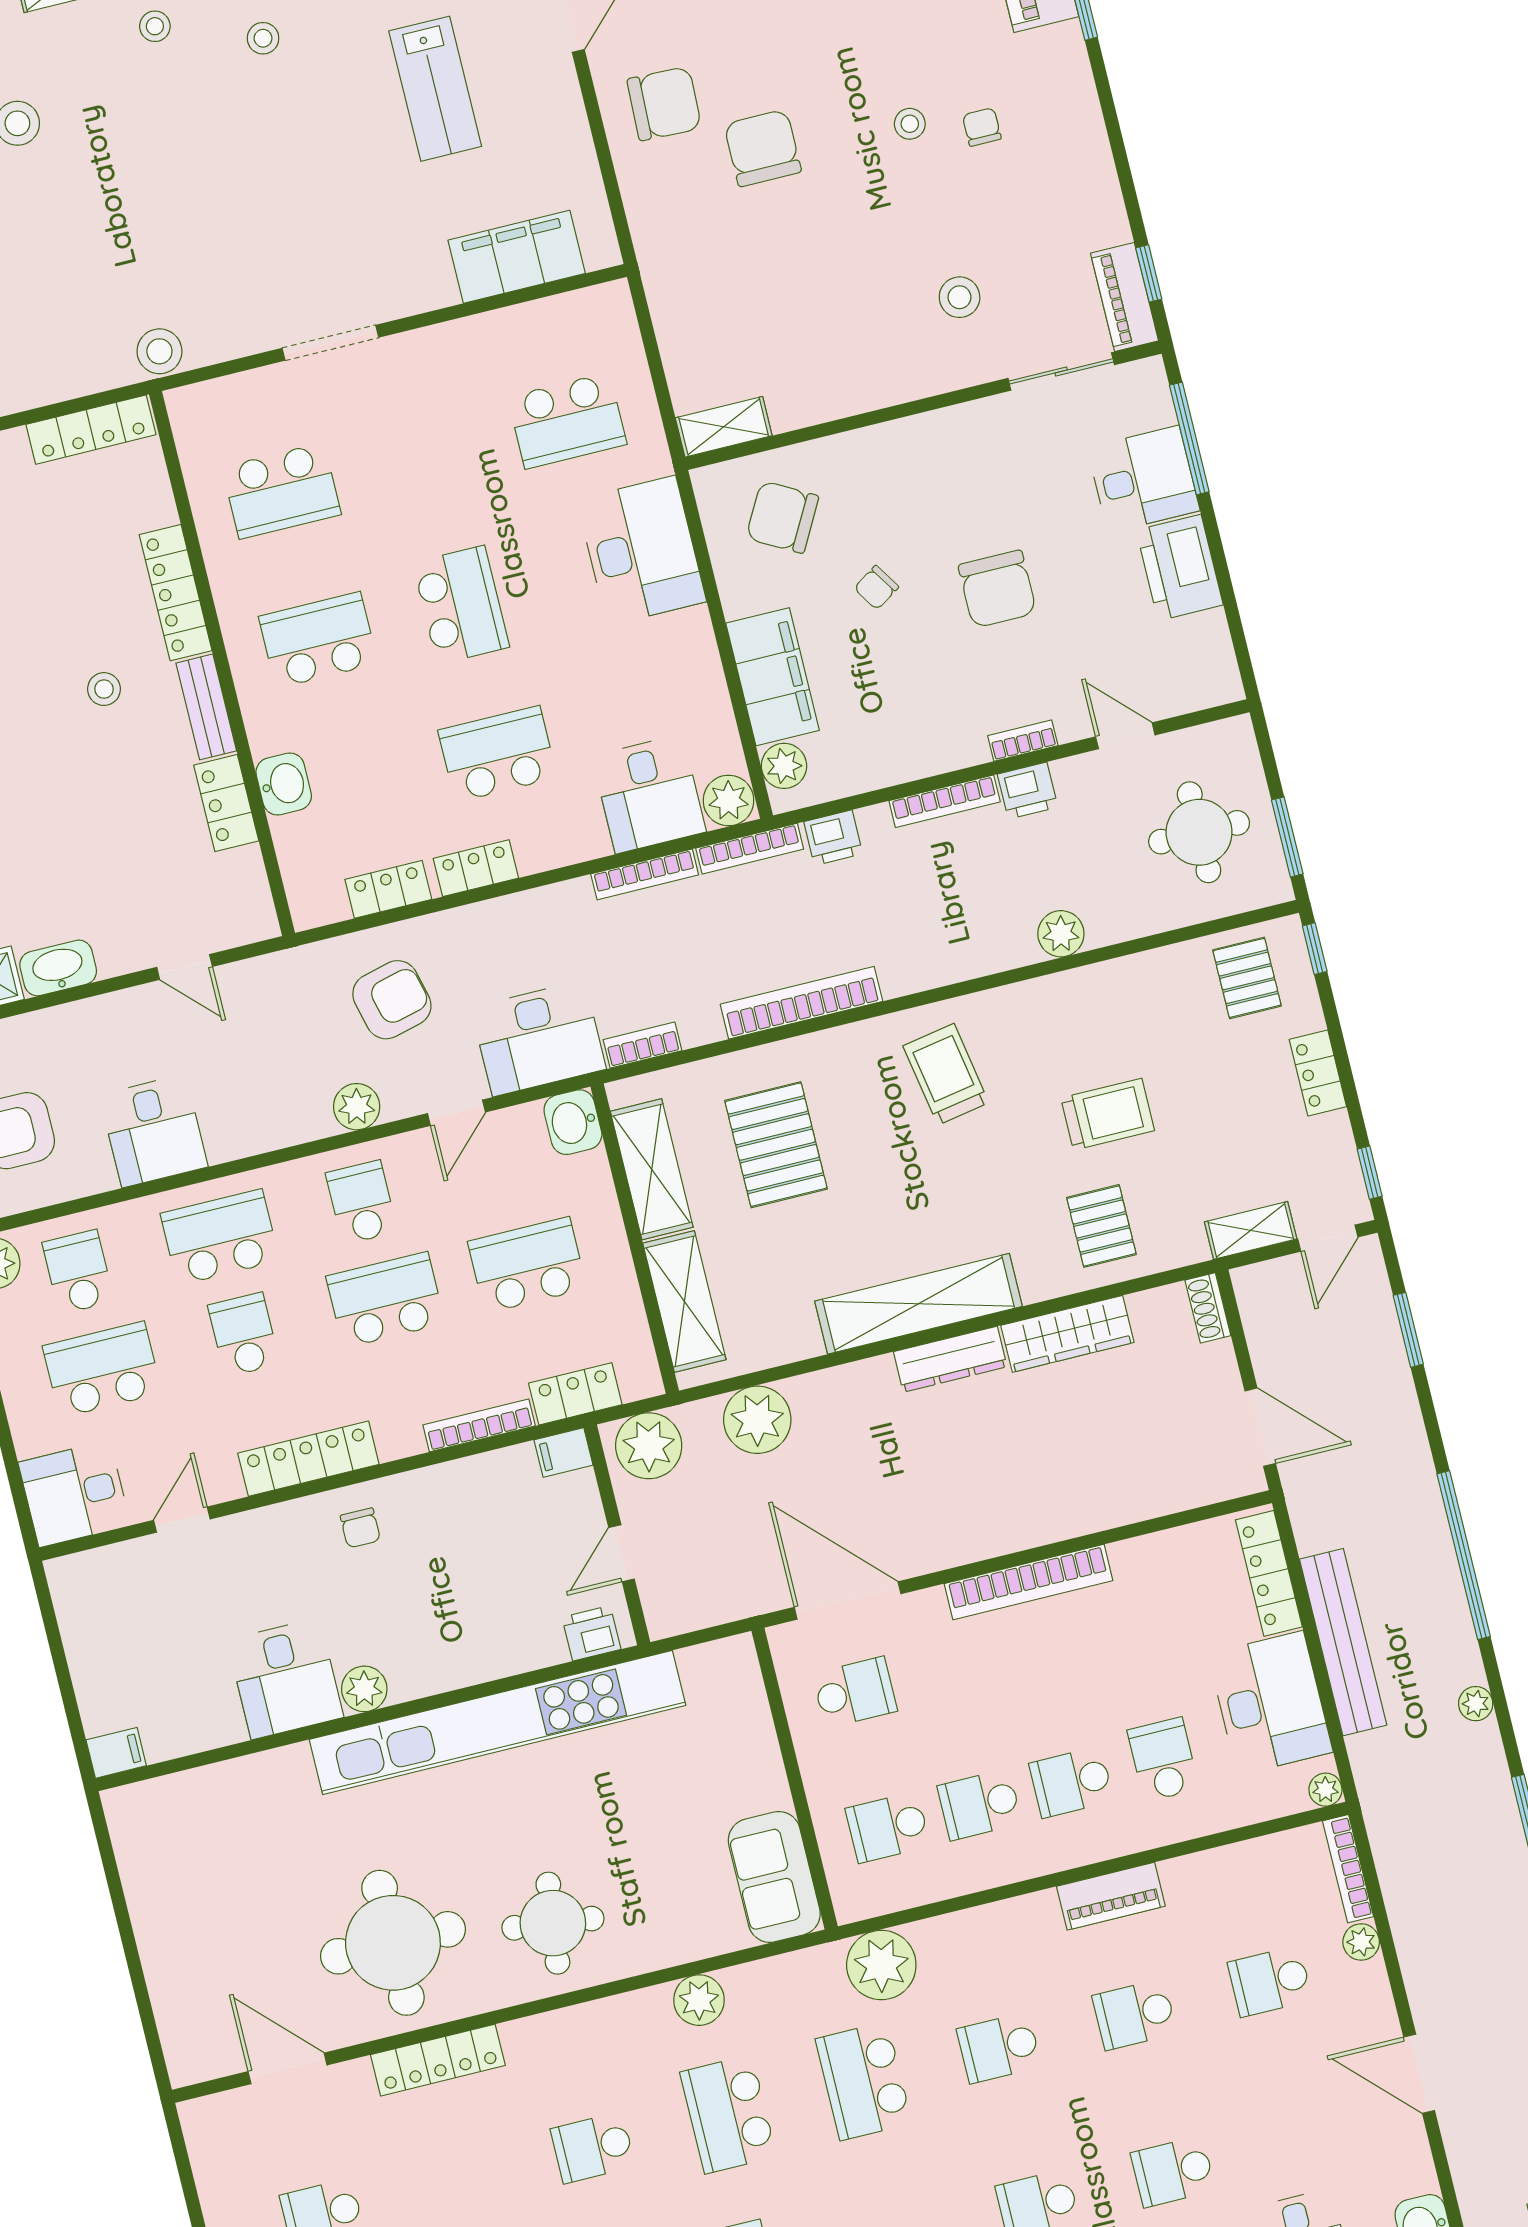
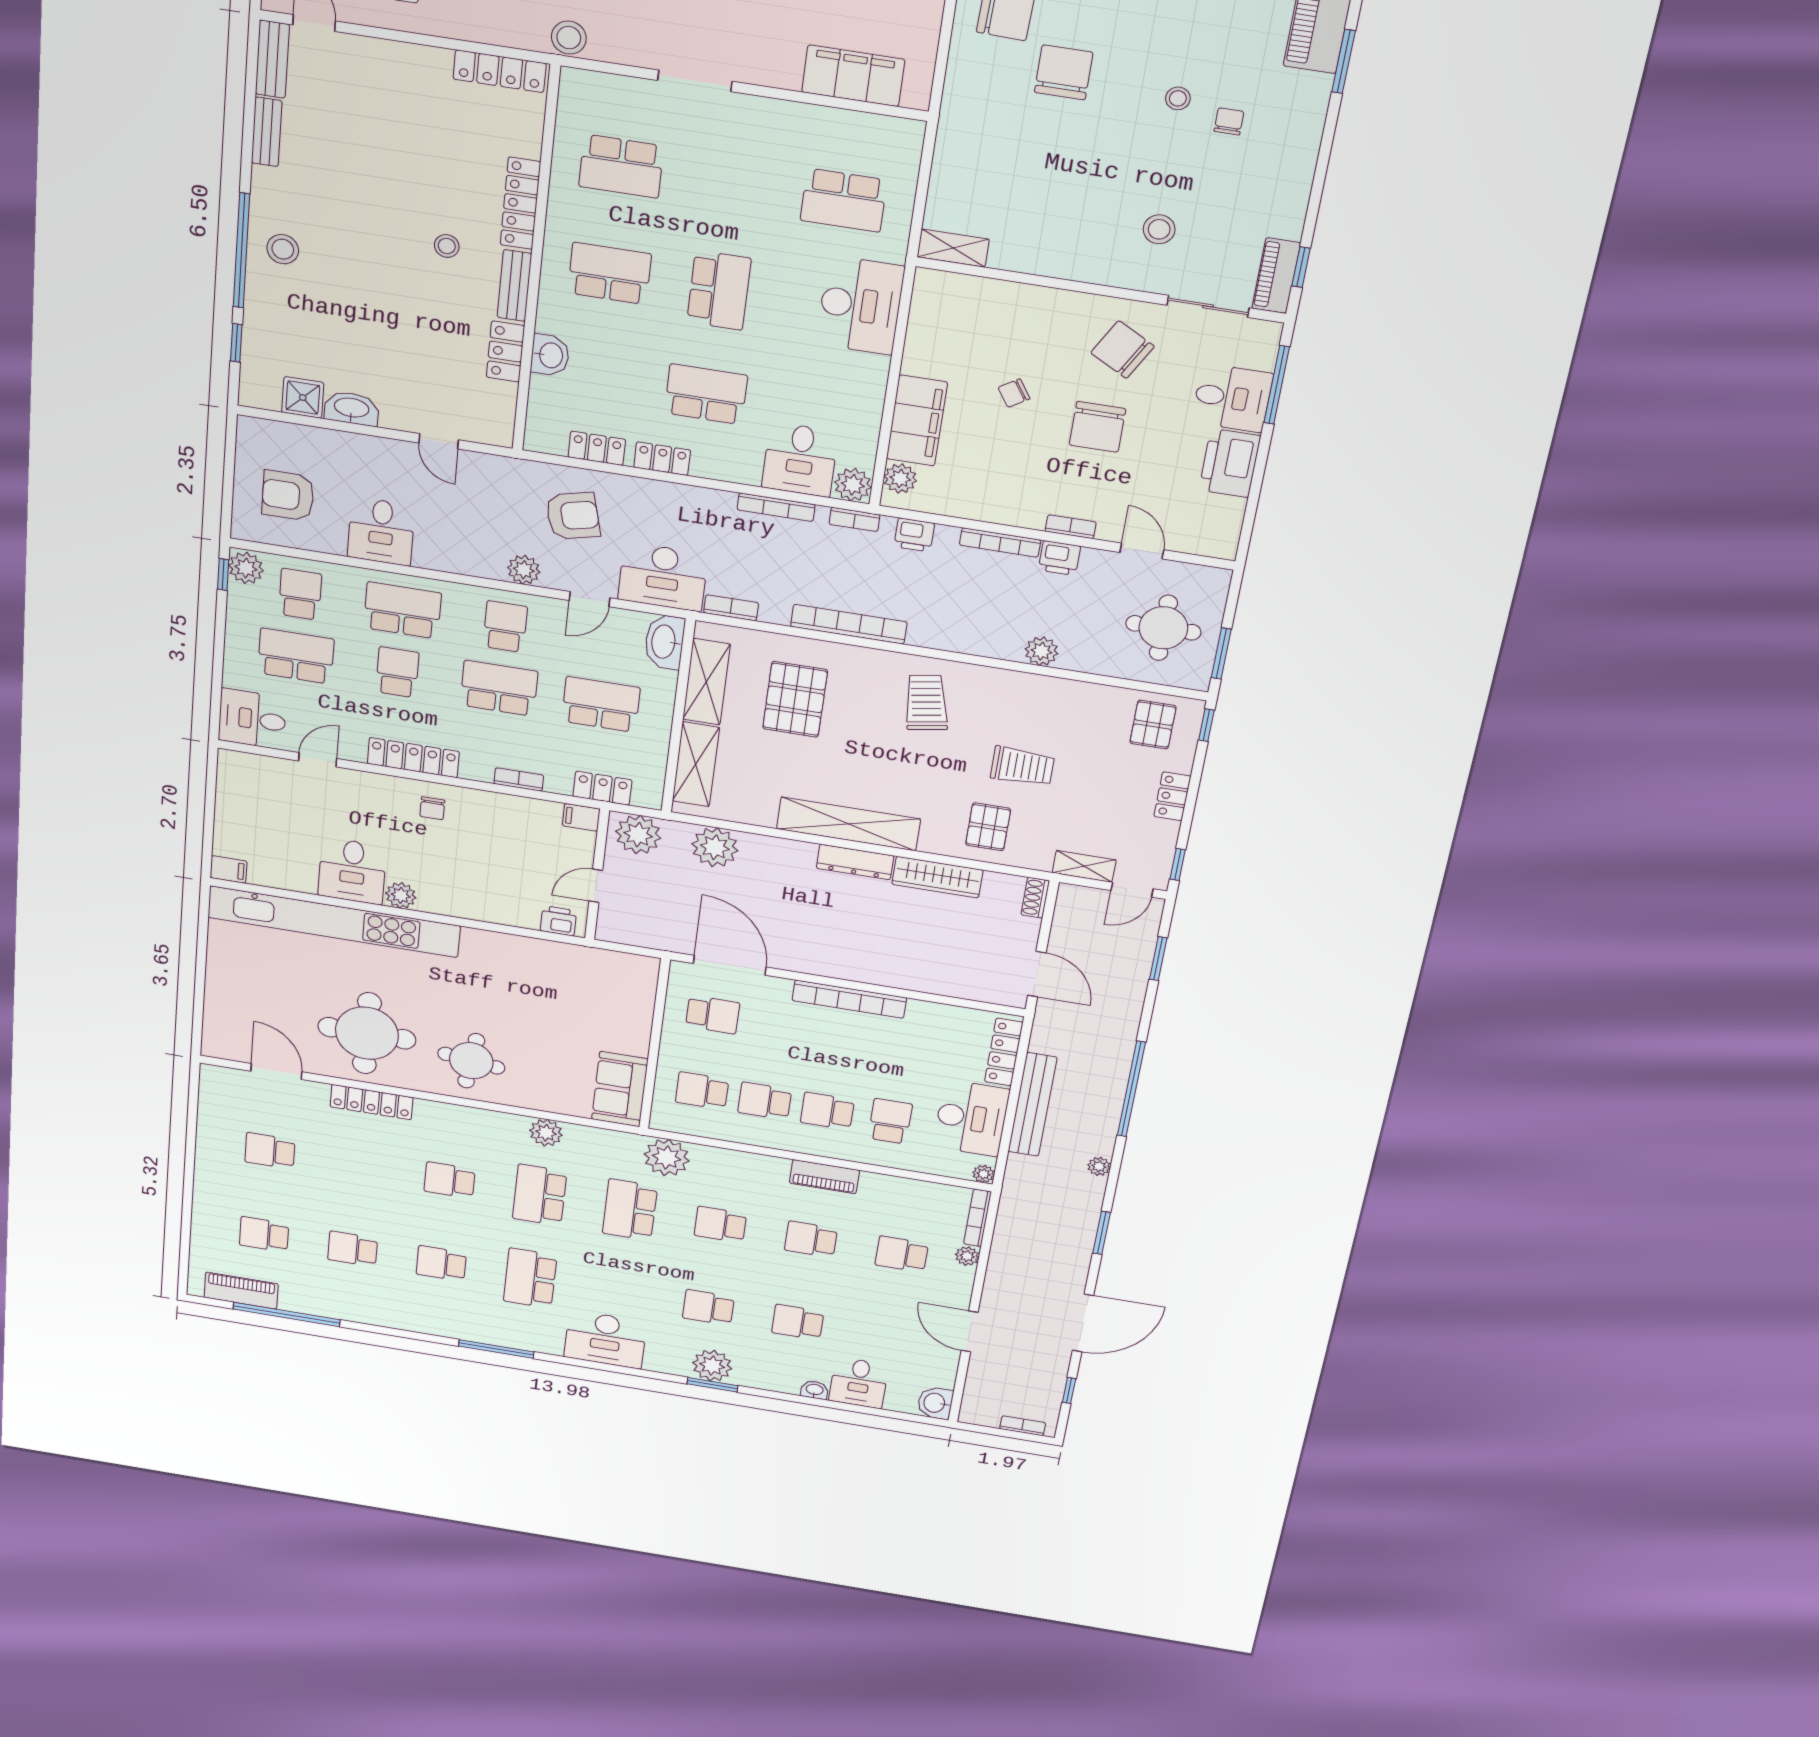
chair: (782, 517) -> (1122, 350), moved
bookcase: (750, 849) -> (854, 519), width x0.64
washbasin: (573, 1122) -> (664, 642), width x1.38
bookcase: (479, 1425) -> (519, 779), width x0.64
kitchen unit: (497, 1722) -> (334, 922), moved

